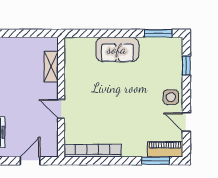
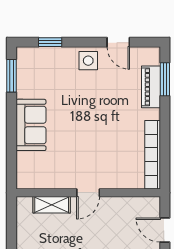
door: (61, 109) -> (88, 193), moved
door: (186, 122) -> (118, 42), hinge flipped
piano: (165, 149) -> (151, 87), moved

